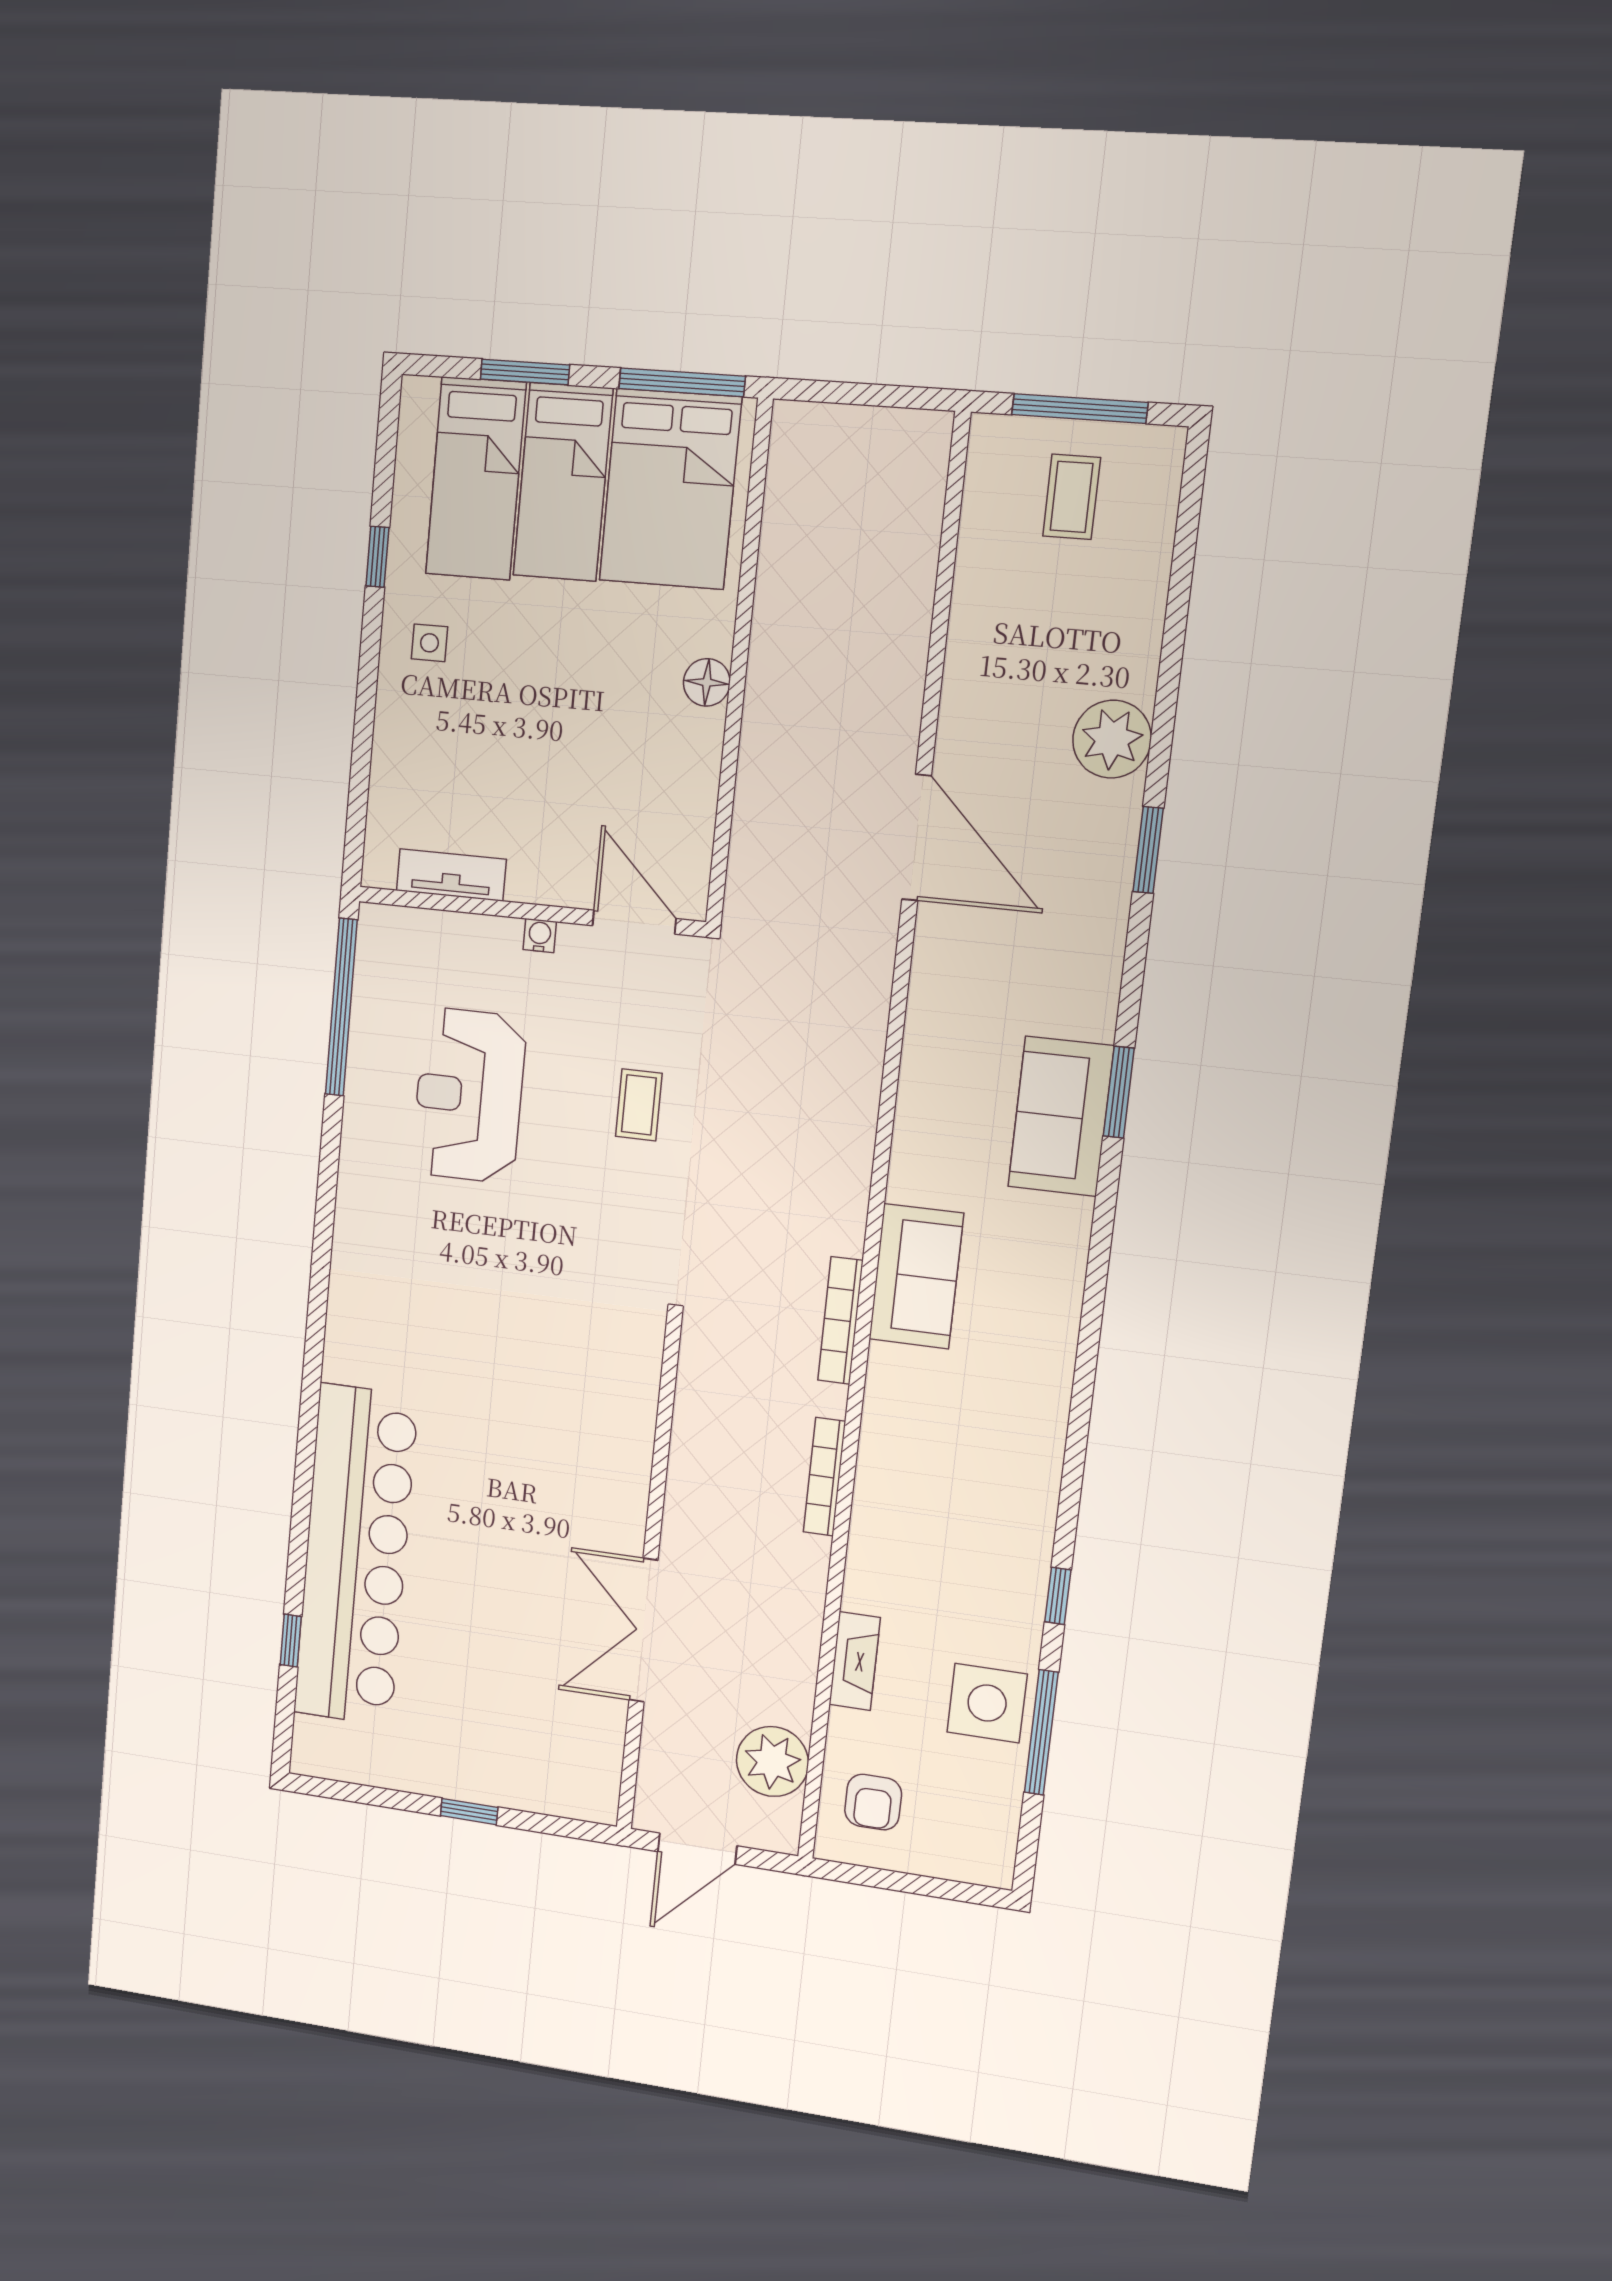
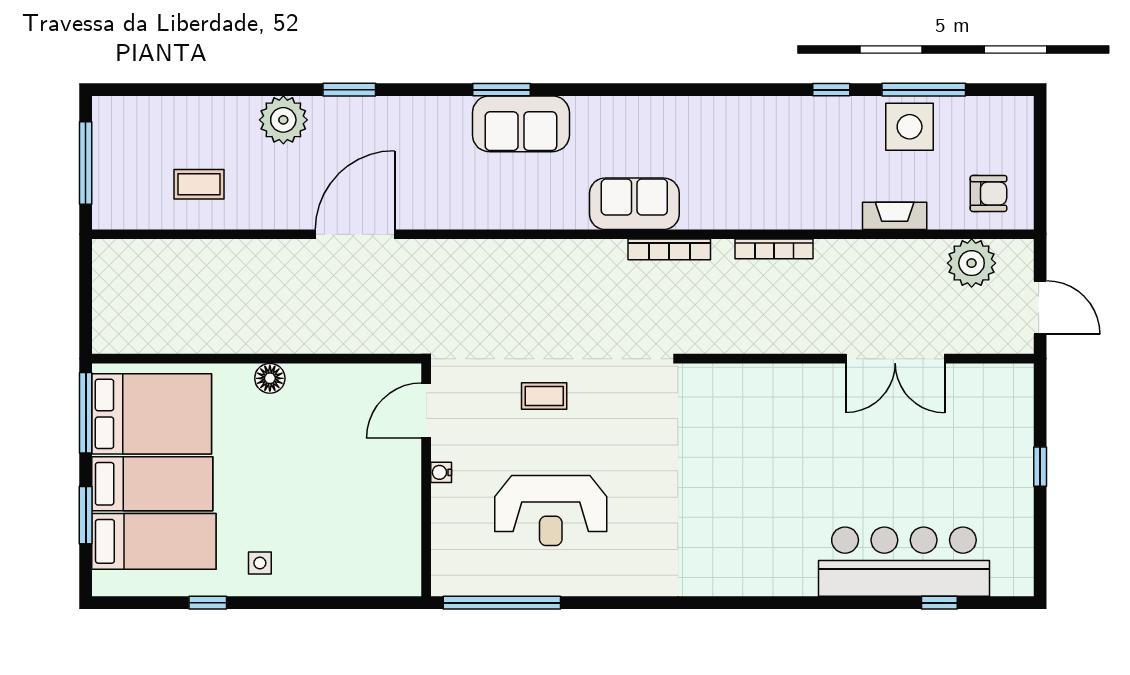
coffee table: (1072, 497) -> (199, 184), moved
tv unit: (451, 875) -> (408, 535), removed
bar counter: (356, 1556) -> (904, 562), width x0.73

